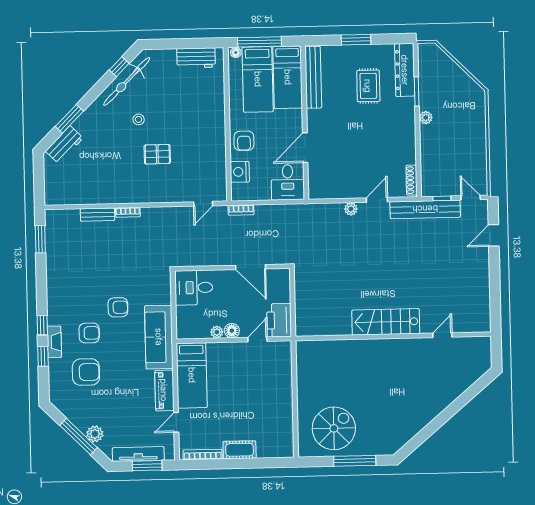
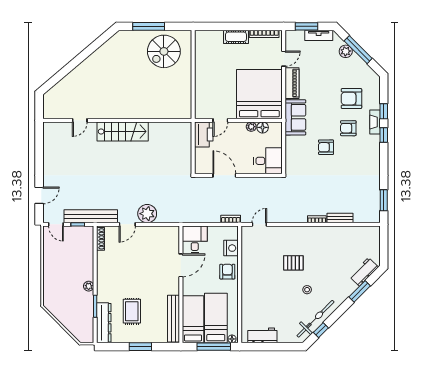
plant: (351, 209) -> (147, 214), width x1.87, depth x1.87
floor lamp: (232, 331) -> (263, 127), moved
sofa: (159, 337) -> (295, 117), width x0.73
bed: (192, 375) -> (259, 94), width x2.04
tv unit: (138, 454) -> (319, 35), width x0.71

